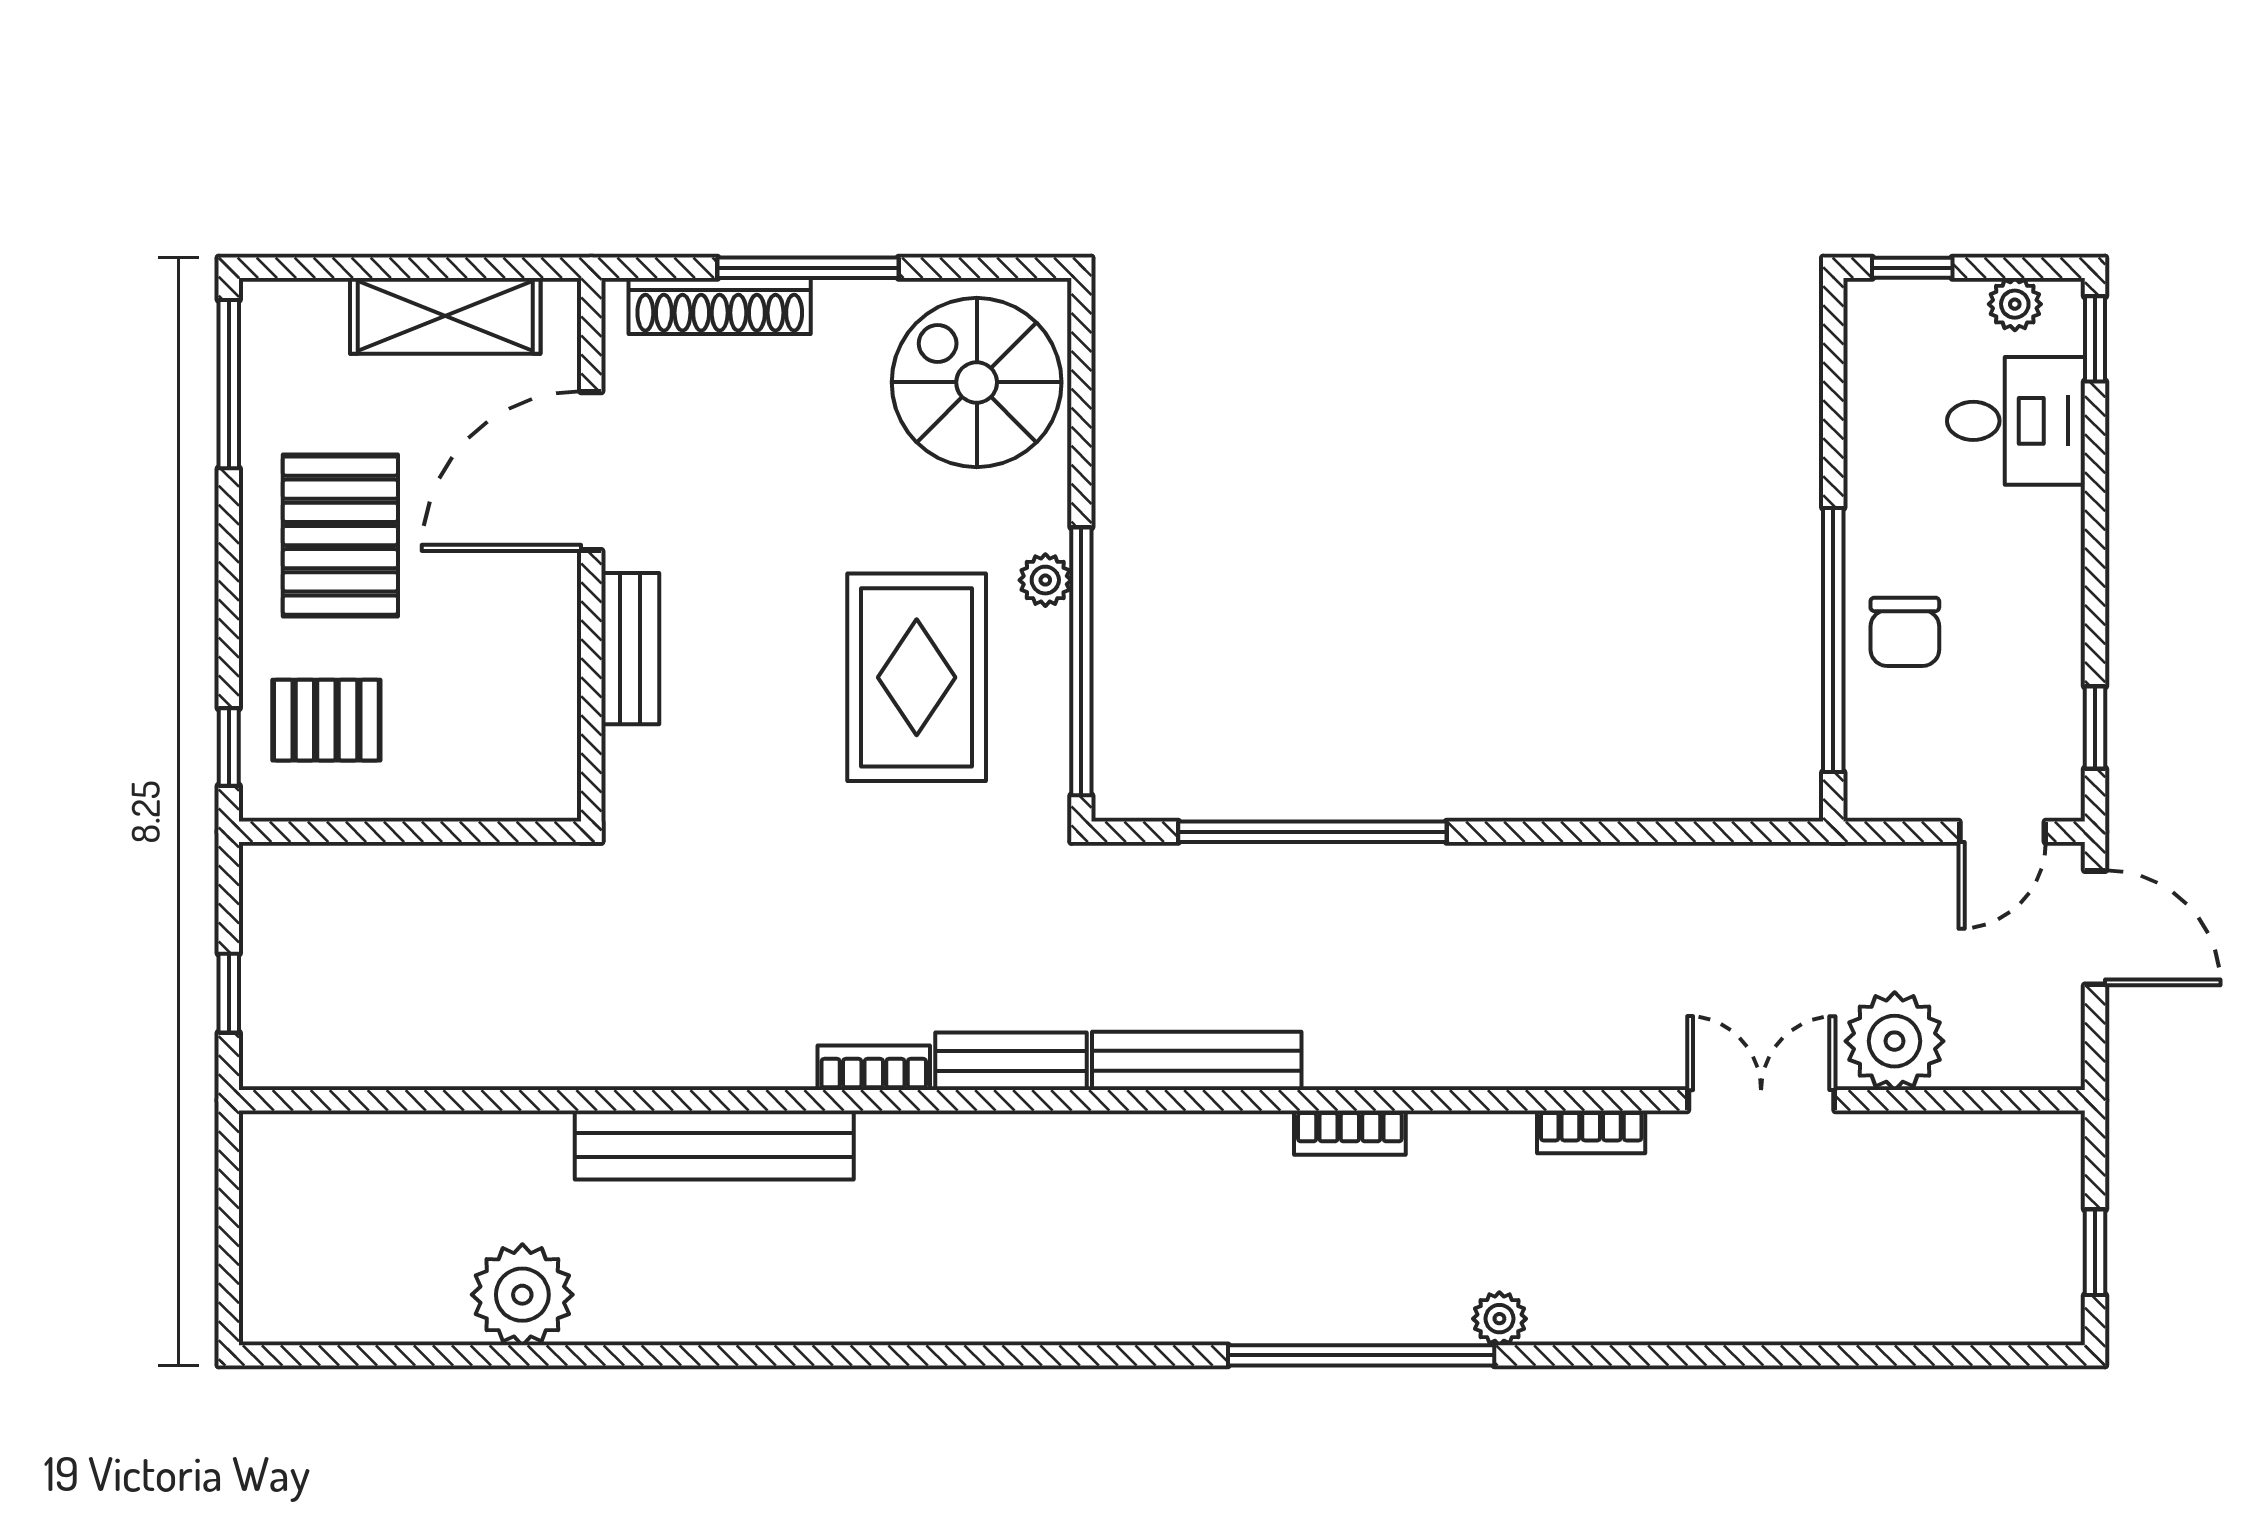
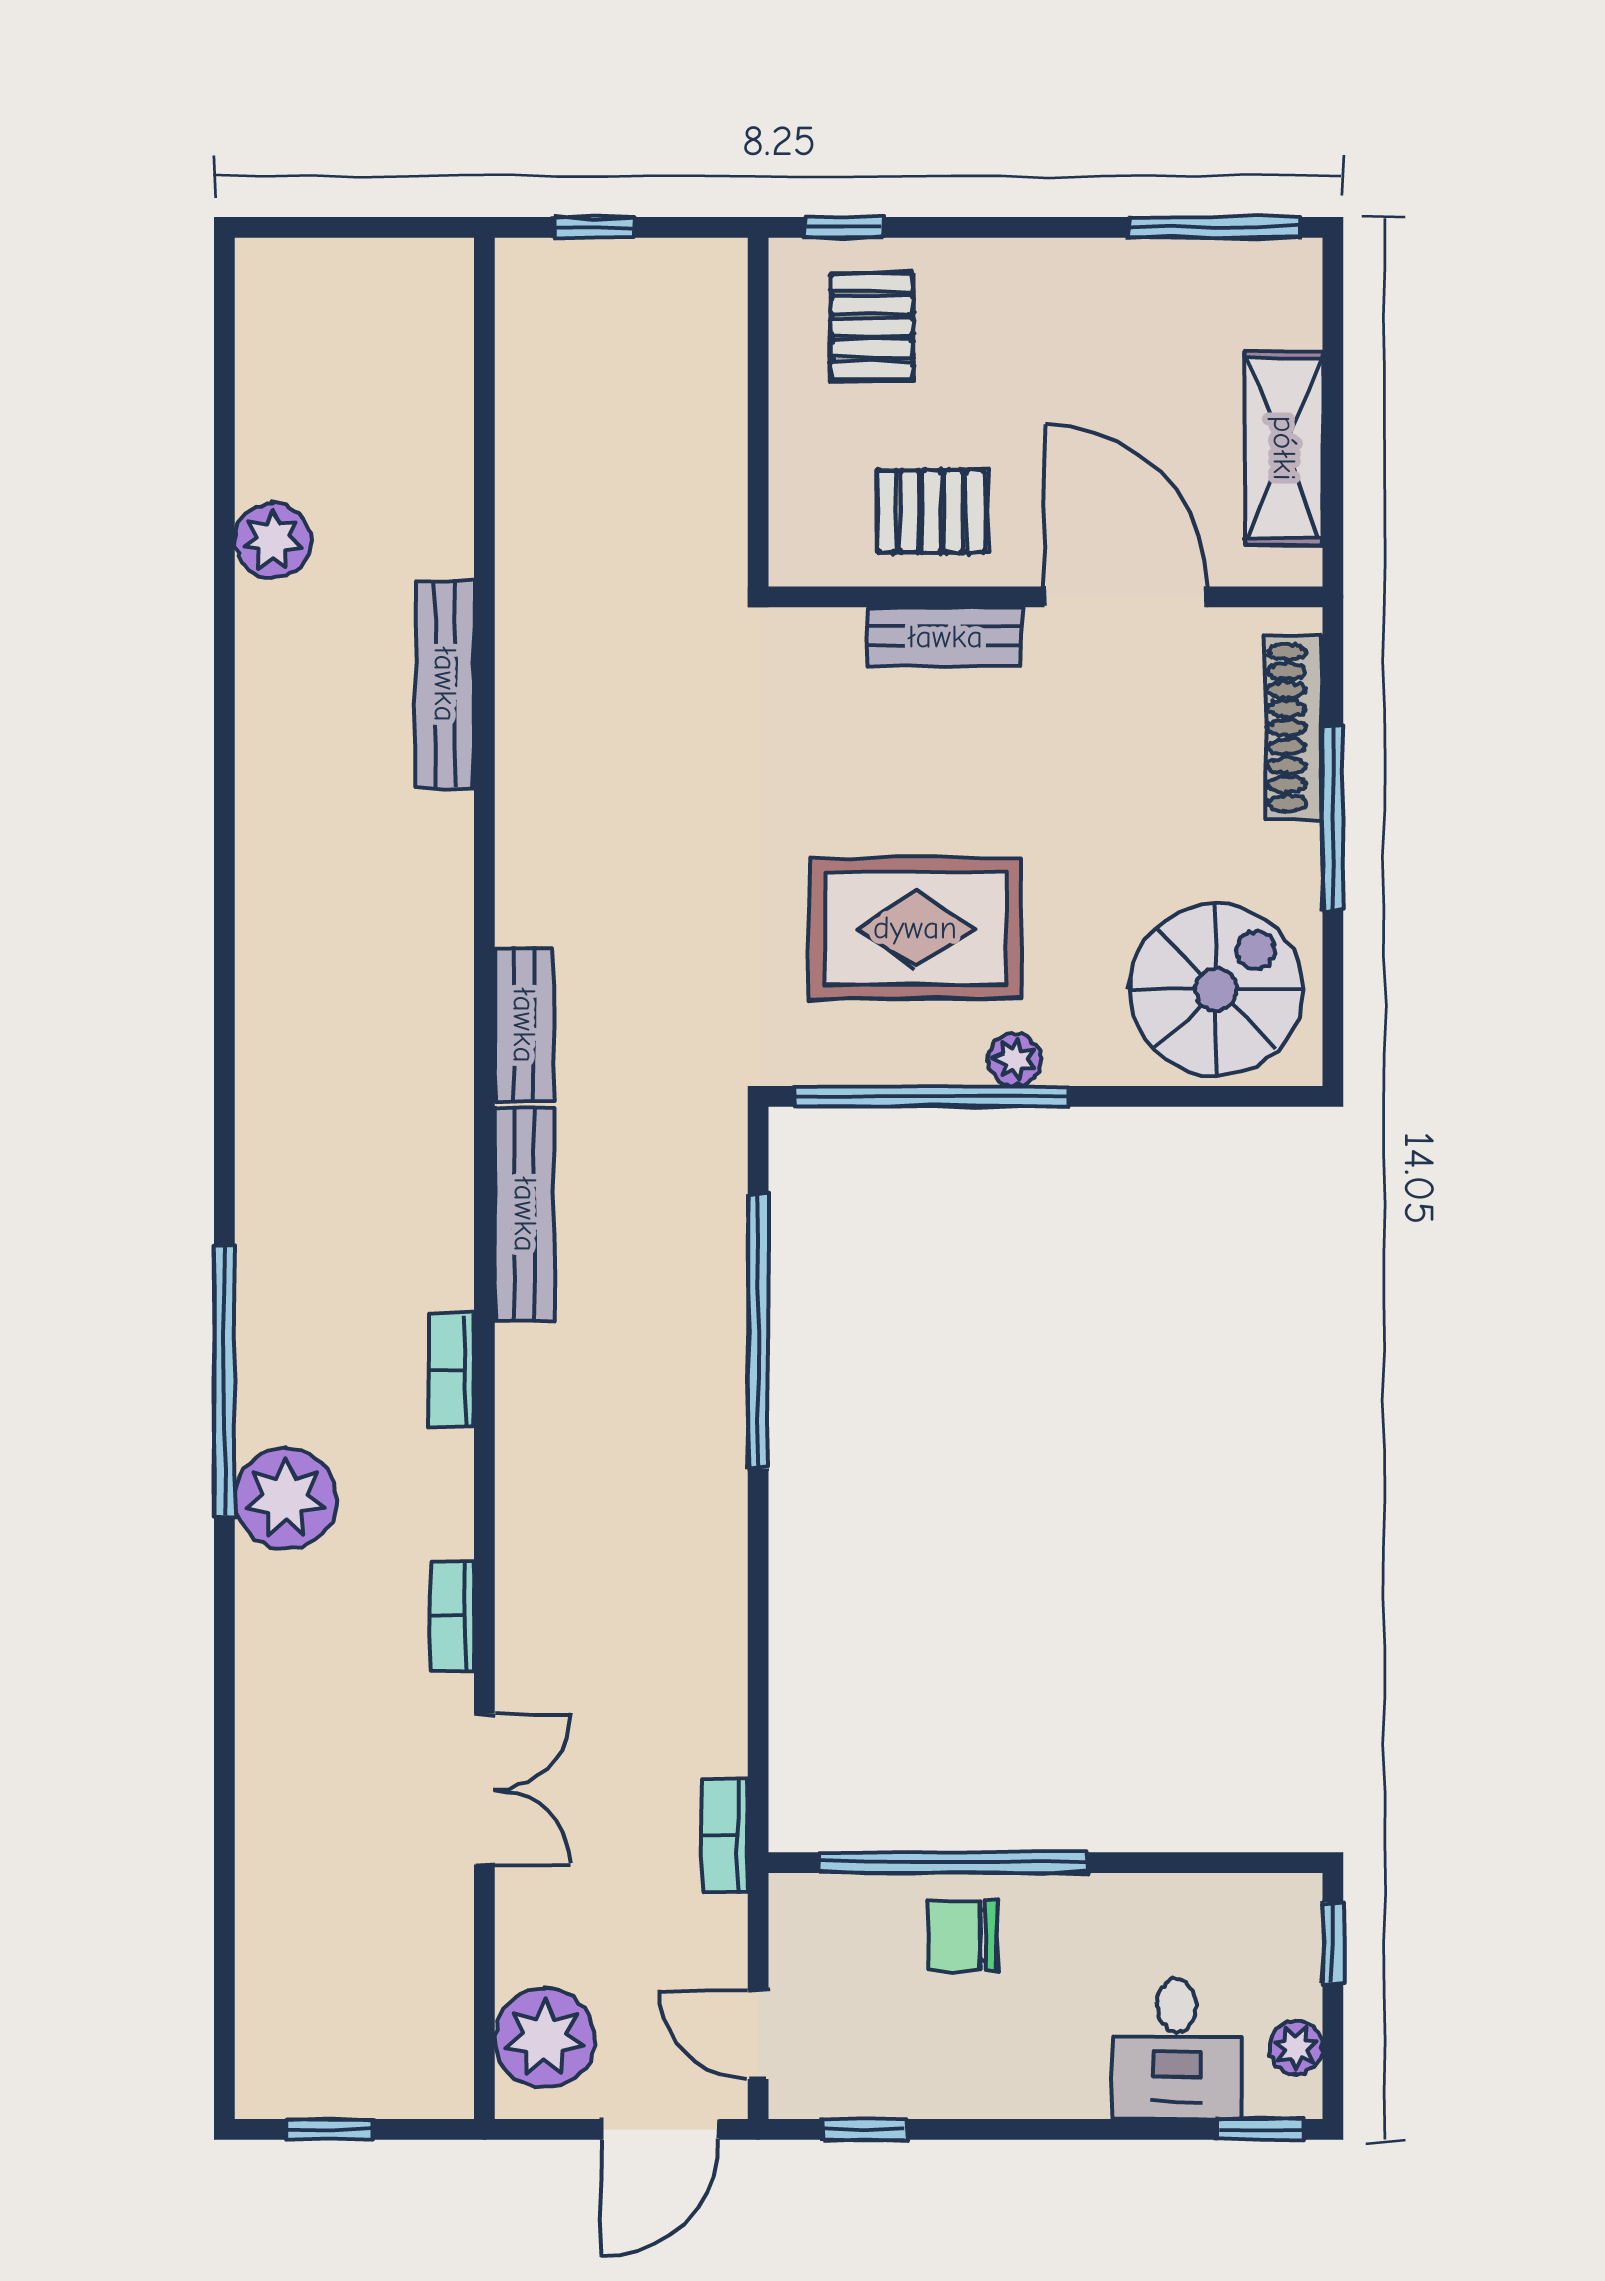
pallet: (340, 536) -> (931, 511), moved, width x0.67, depth x0.71
plant: (1895, 1041) -> (545, 2038), moved
bookcase: (874, 1068) -> (725, 1835), moved, turned 180
bench: (714, 1145) -> (445, 684), width x0.73, depth x0.82
plant: (522, 1295) -> (273, 540), width x0.73, depth x0.73
plant: (1499, 1319) -> (286, 1499), width x1.88, depth x1.88

